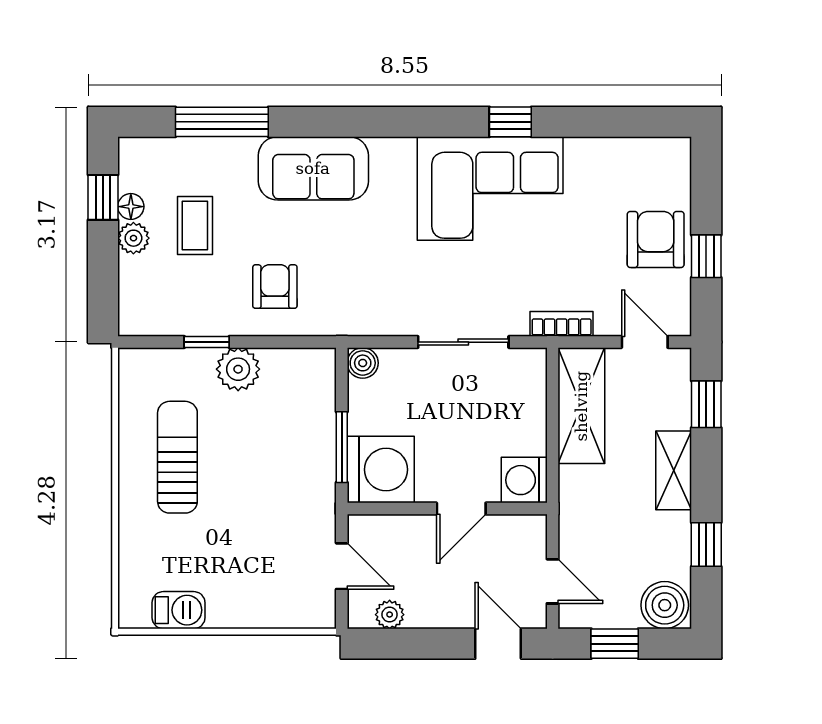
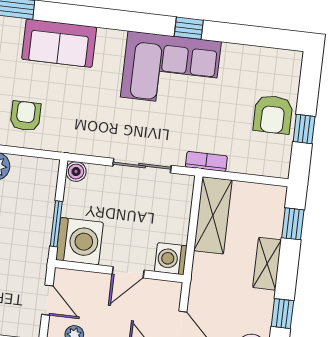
armchair: (656, 239) -> (273, 114), turned 180
door: (645, 342) -> (258, 179), removed

